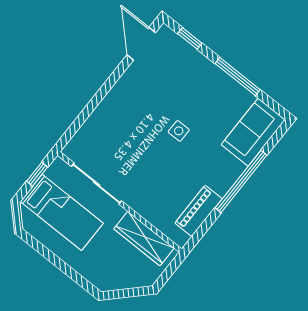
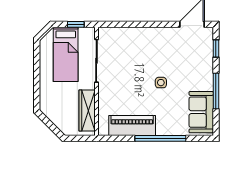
sofa: (253, 132) -> (201, 112), moved, turned -90
piano: (198, 211) -> (132, 126), width x1.37, depth x1.33

